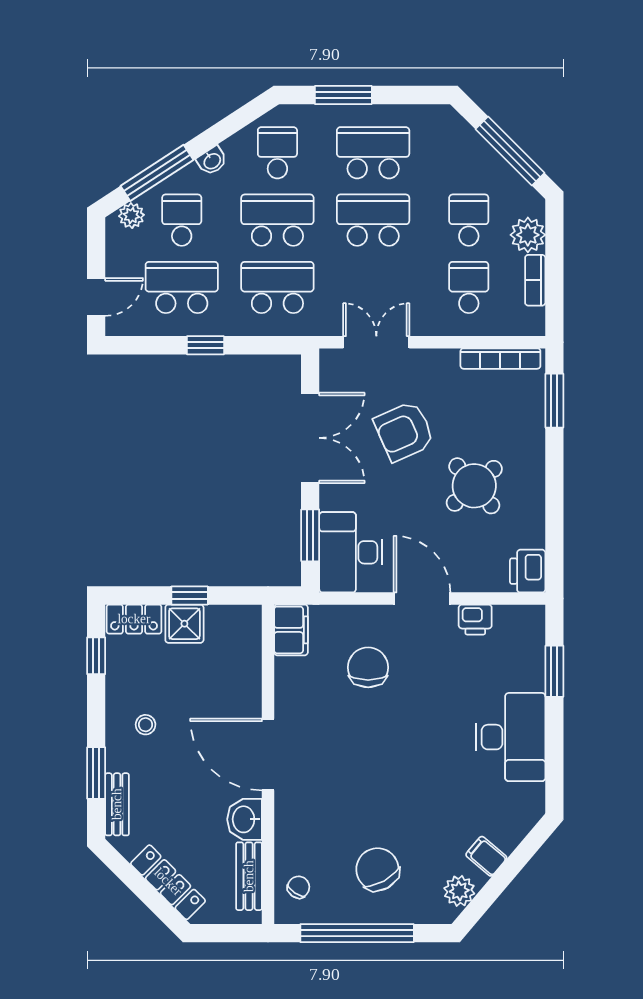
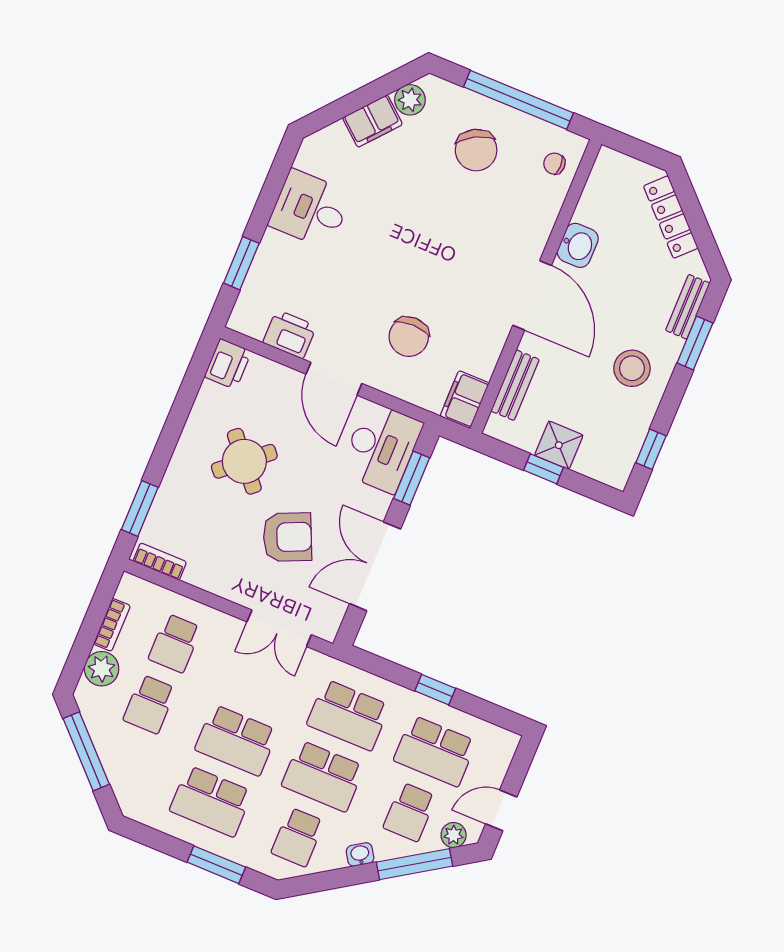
door: (96, 297) -> (501, 810), moved
bookcase: (500, 359) -> (160, 561), width x0.64
locker: (134, 619) -> (603, 468), removed
printer: (475, 620) -> (290, 334), width x1.36, depth x1.24
stool: (146, 725) -> (632, 368), width x1.89, depth x1.89
desk: (511, 737) -> (310, 209), width x0.73
filing cabinet: (486, 856) -> (372, 121), width x2.00
bench: (249, 876) -> (515, 385), moved
chair: (299, 887) -> (554, 164), turned 56

